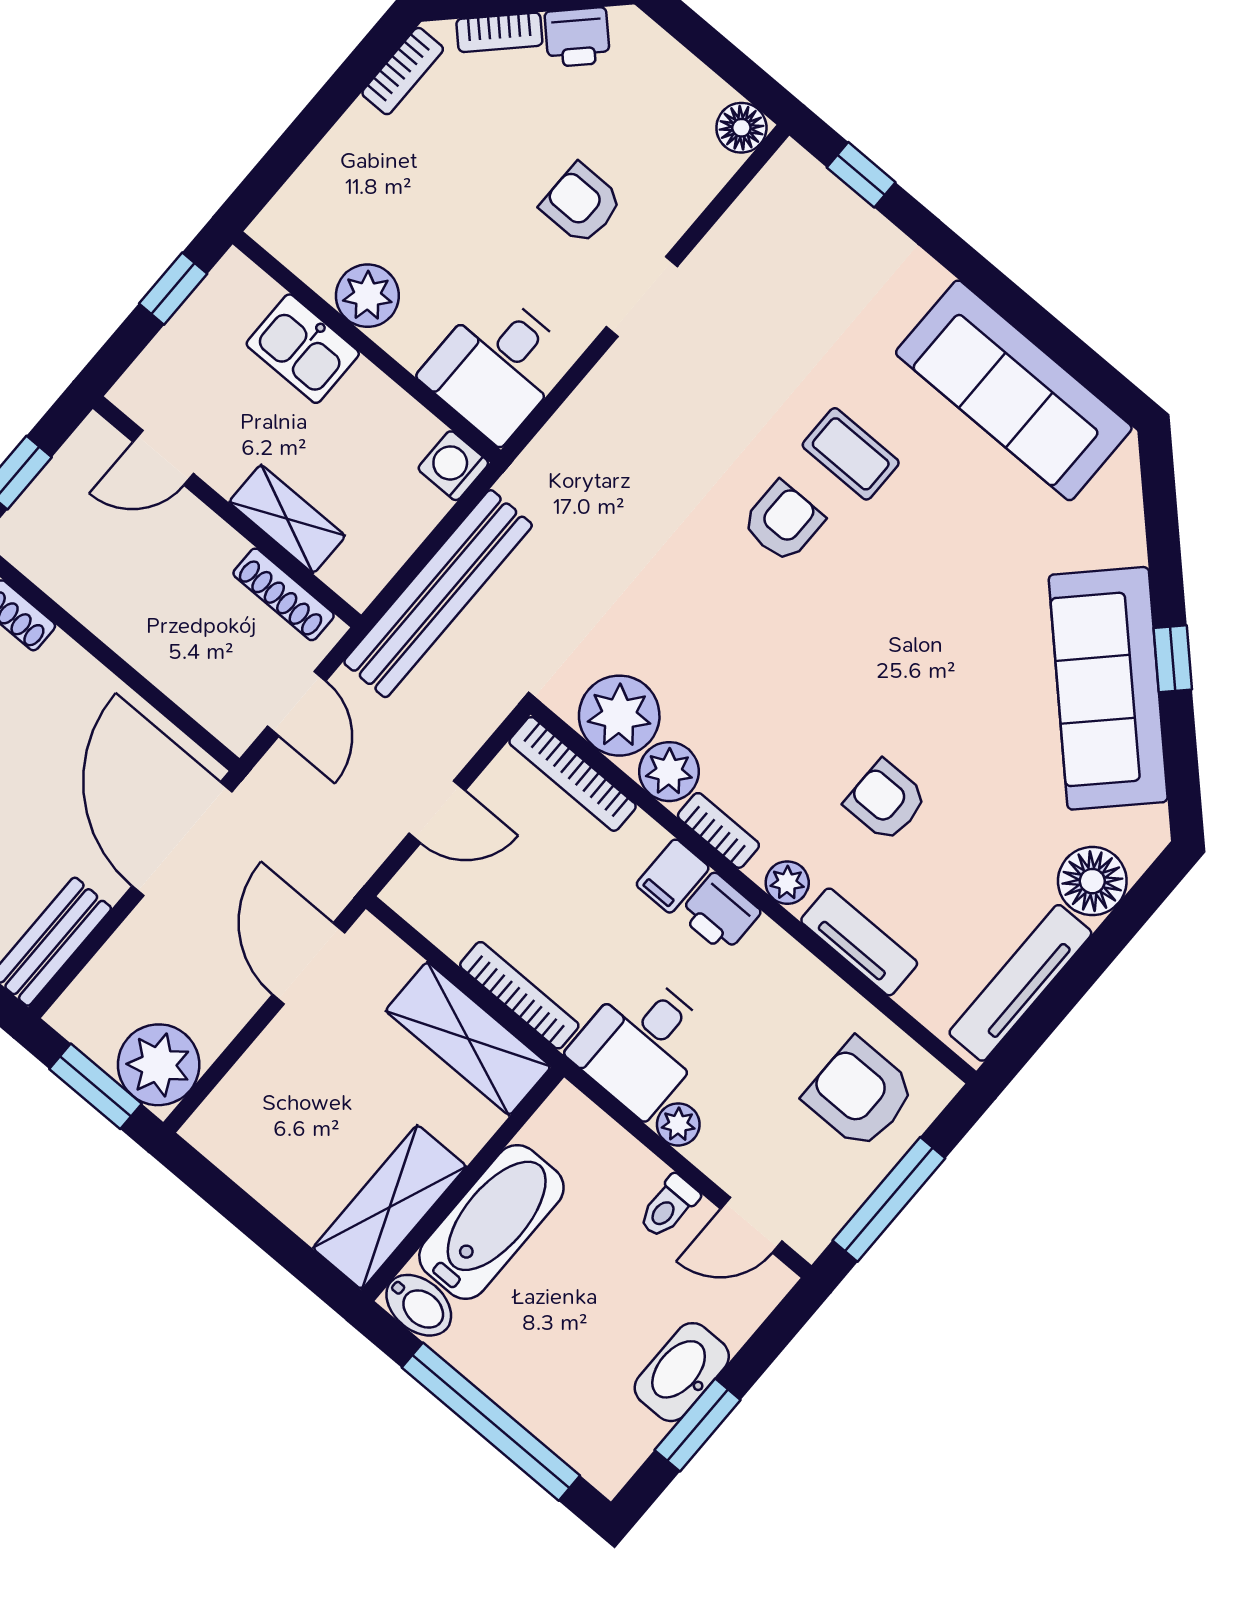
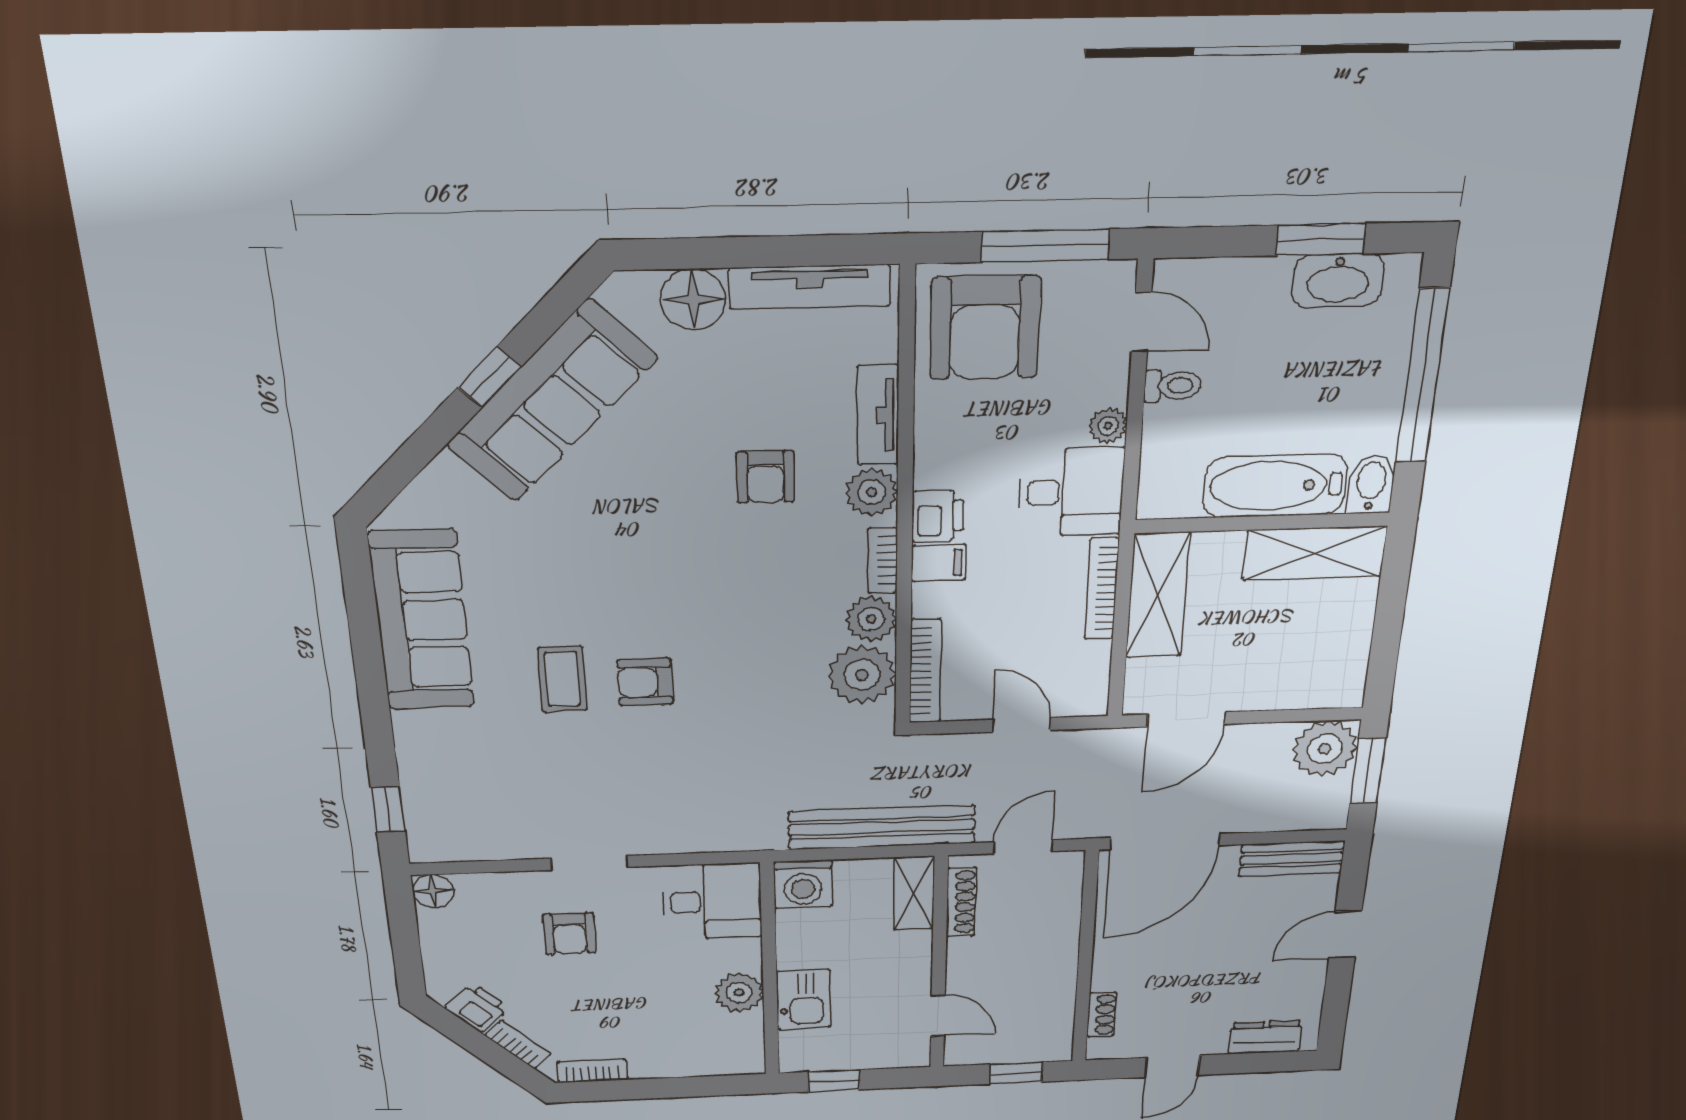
washing machine: (453, 466) -> (803, 884), width x1.38, depth x1.38
shelving: (287, 519) -> (914, 893), moved
plant: (787, 883) -> (872, 492), width x1.38, depth x1.38
armchair: (860, 1094) -> (985, 328), width x1.36, depth x1.36
washbasin: (682, 1372) -> (1338, 281), moved

